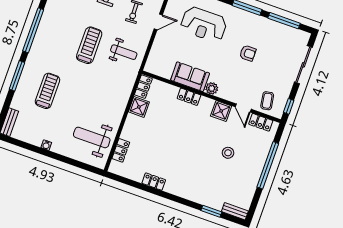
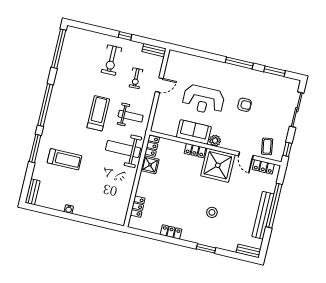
window: (284, 21) -> (275, 71), width x0.69
reception desk: (204, 24) -> (203, 100), moved
treadmill: (47, 91) -> (64, 159), turned 90
shower: (221, 111) -> (218, 165), width x1.86, depth x1.86
weight bench: (92, 137) -> (123, 149), moved
stool: (228, 153) -> (212, 212), moved
bench: (255, 174) -> (263, 215), added
window: (211, 211) -> (206, 248), moved

